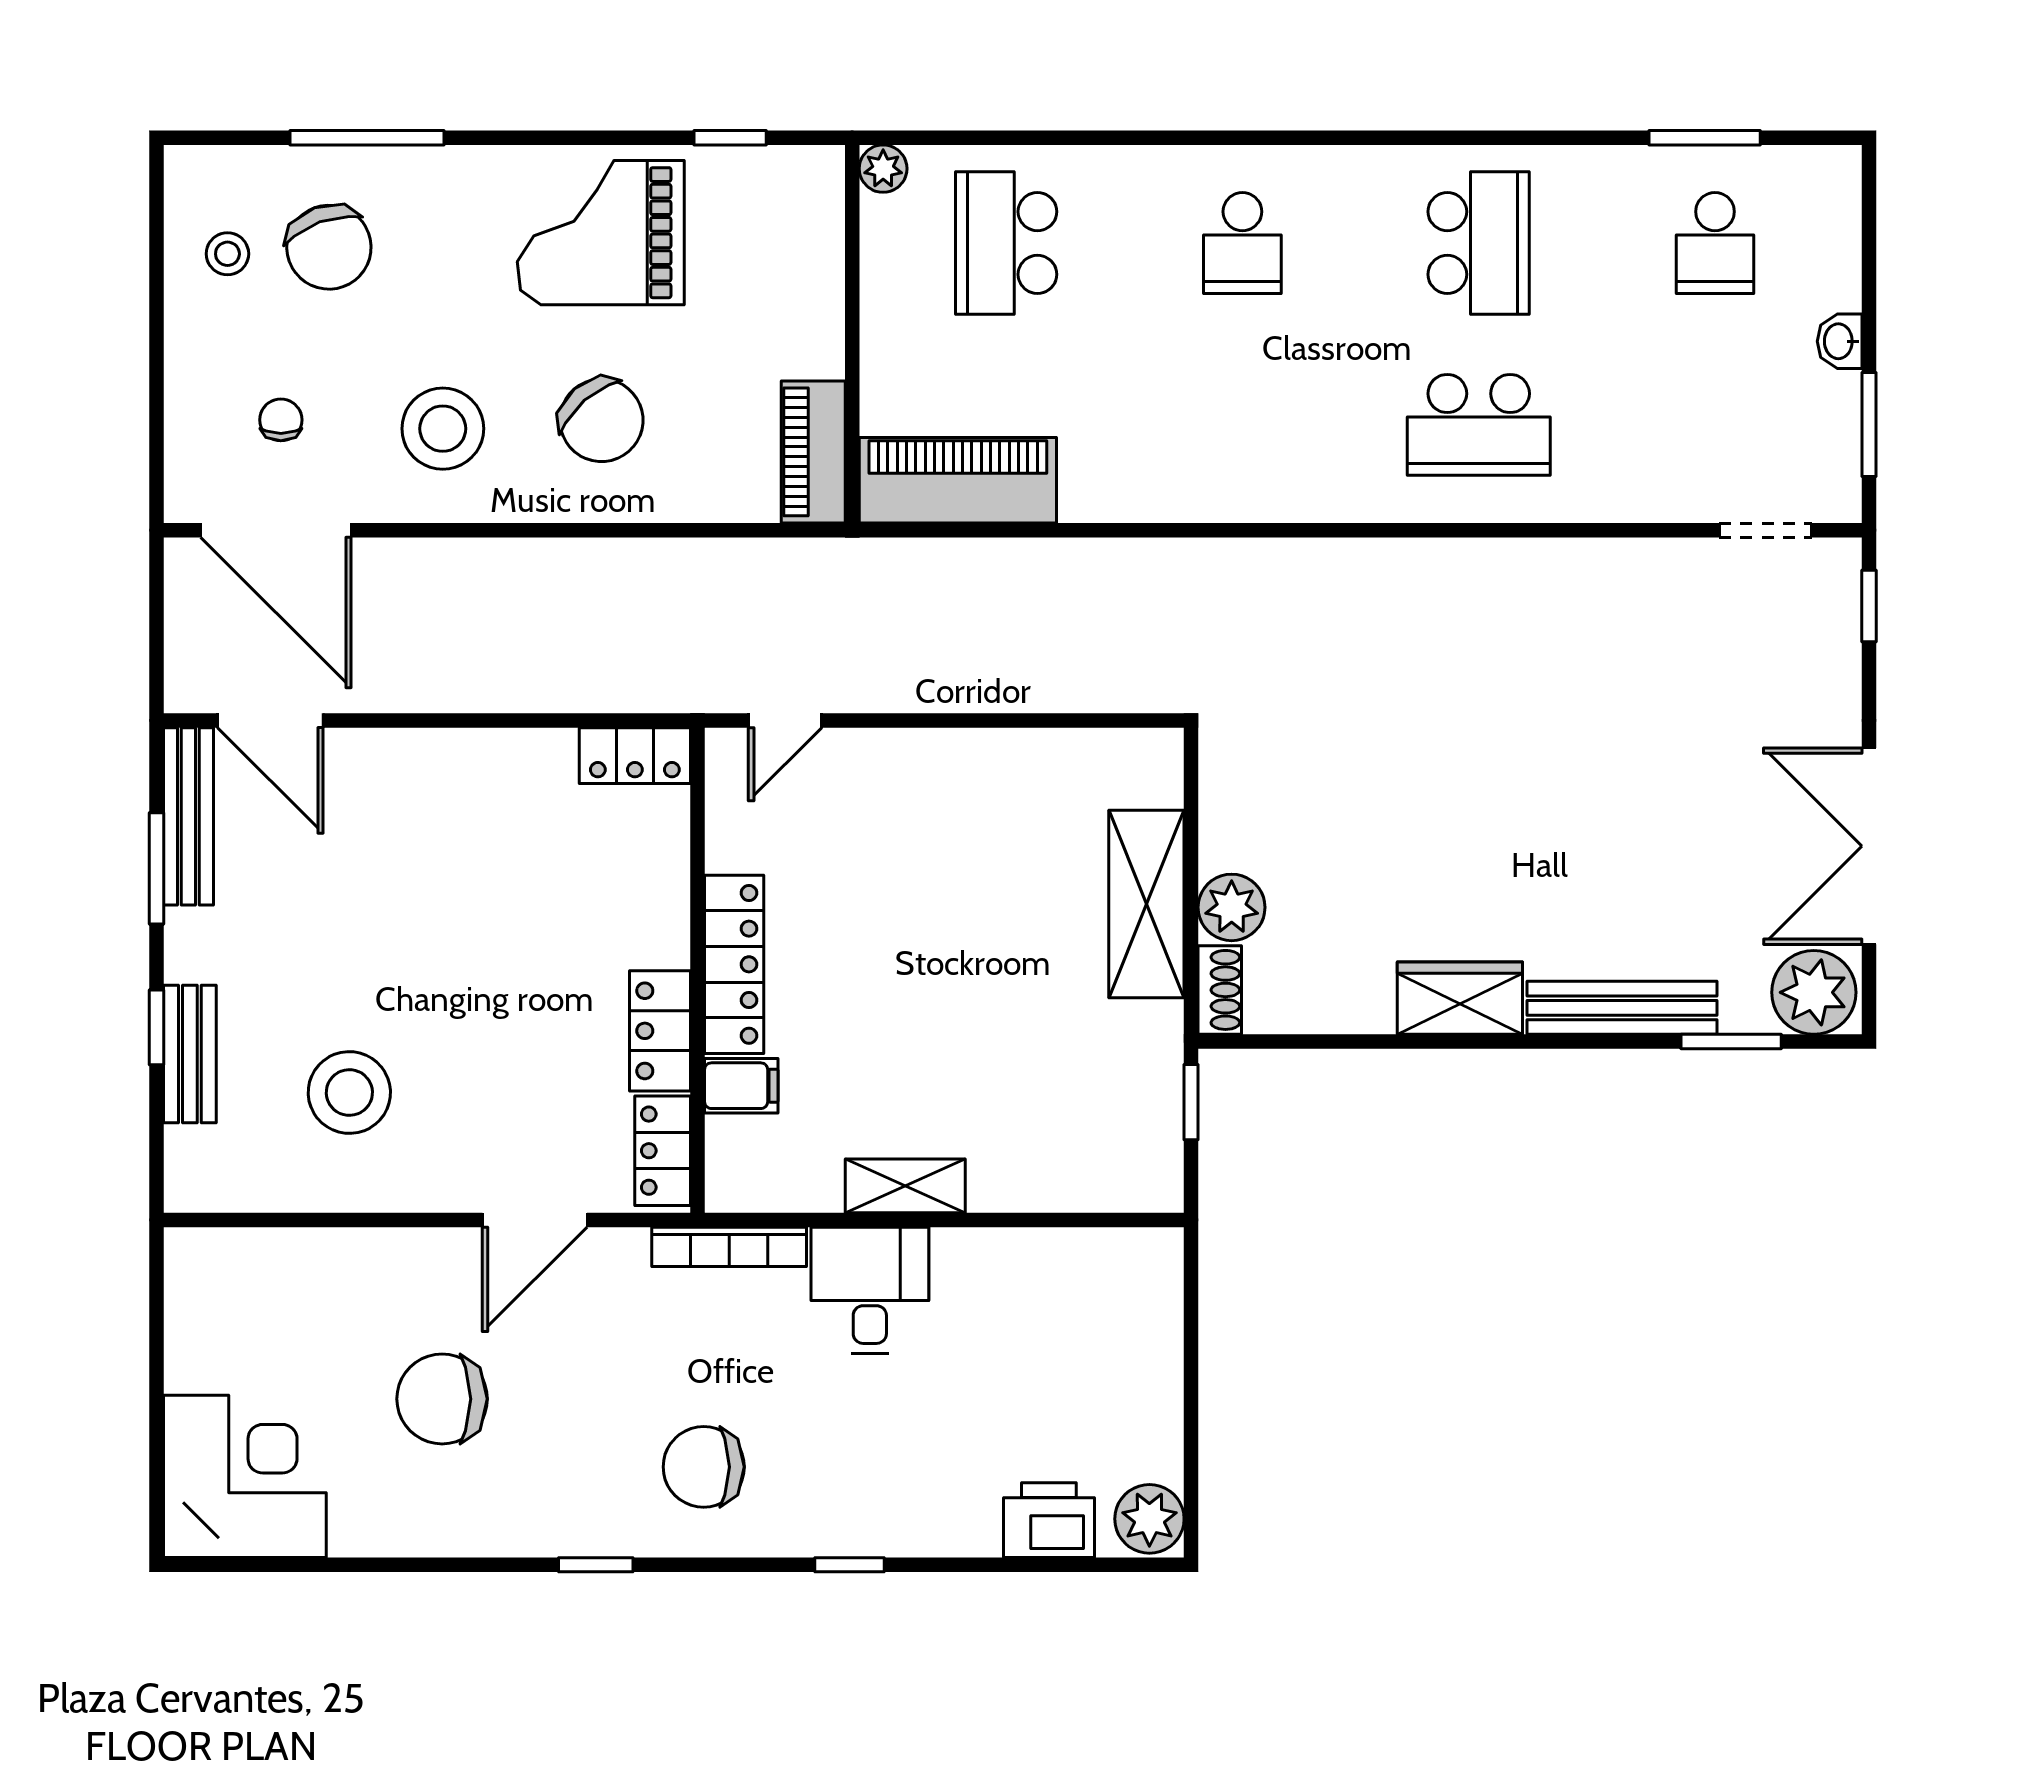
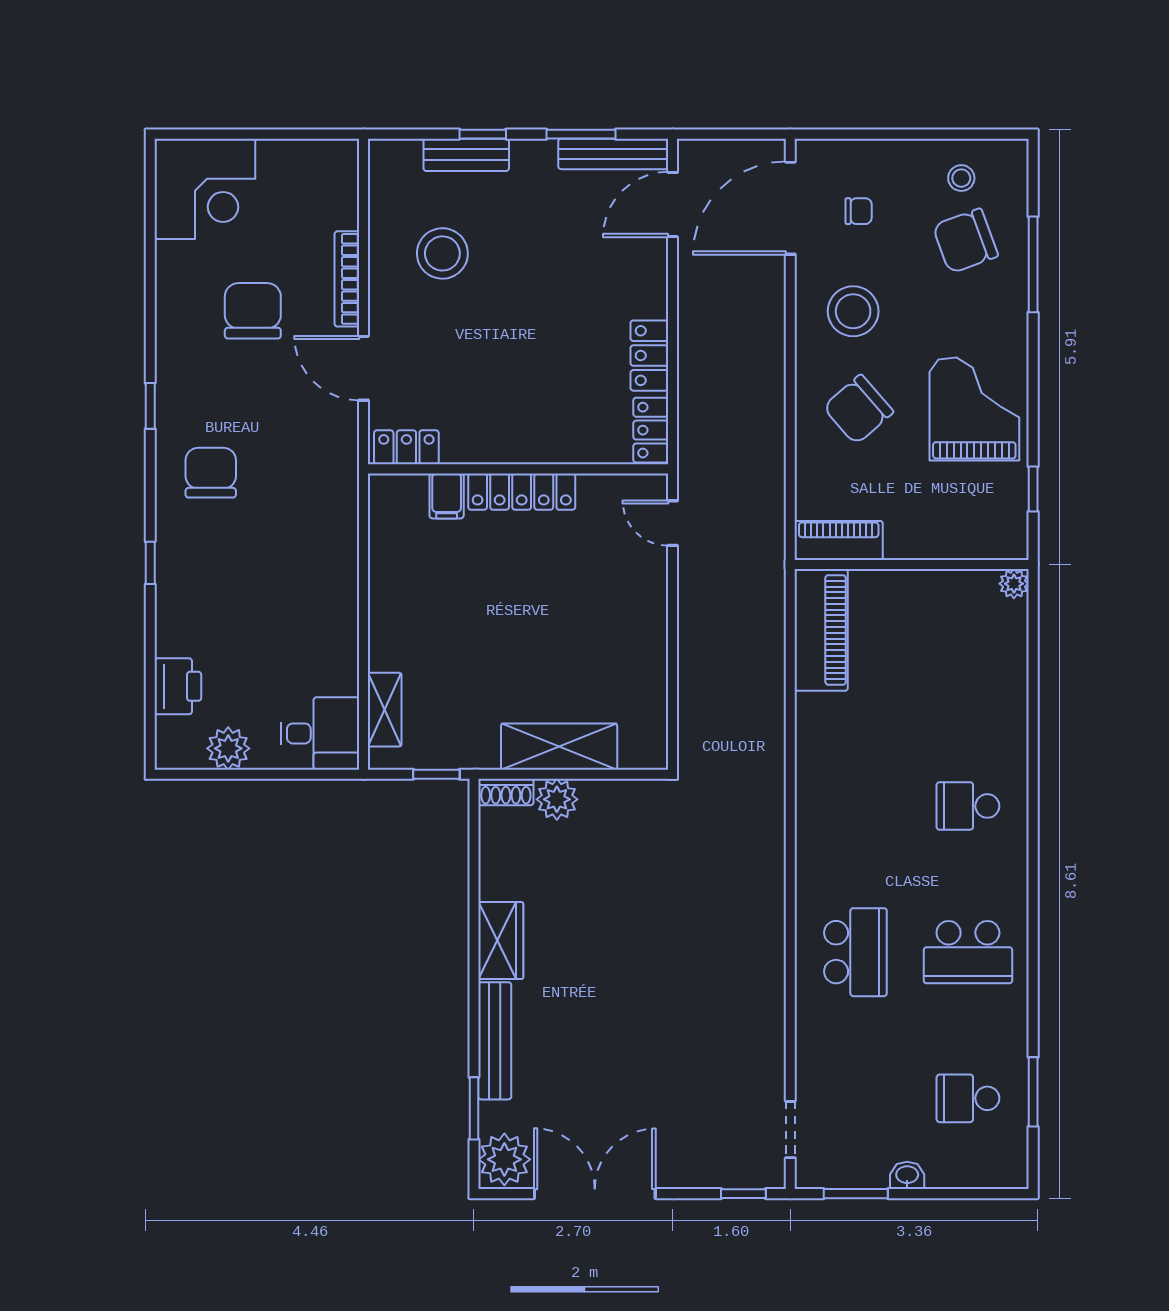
school desk: (1006, 243) -> (968, 660), removed
school desk: (1479, 425) -> (855, 952), turned 180
locker: (660, 1031) -> (649, 356), moved, turned -90
shelving: (905, 1186) -> (385, 710), moved
bookcase: (729, 1247) -> (347, 279), moved
desk: (870, 1290) -> (320, 733), moved
plant: (1149, 1519) -> (228, 748), moved

